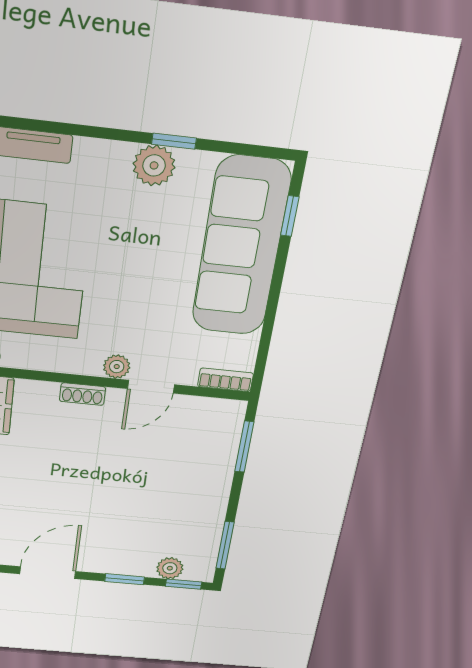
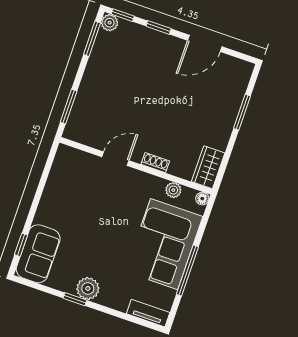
sofa: (241, 247) -> (38, 254), width x0.54, depth x0.79
plant: (117, 367) -> (173, 190), moved
bookcase: (225, 380) -> (72, 154), removed
plant: (170, 568) -> (110, 23), moved

